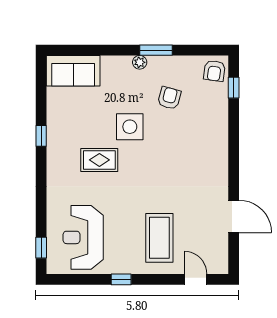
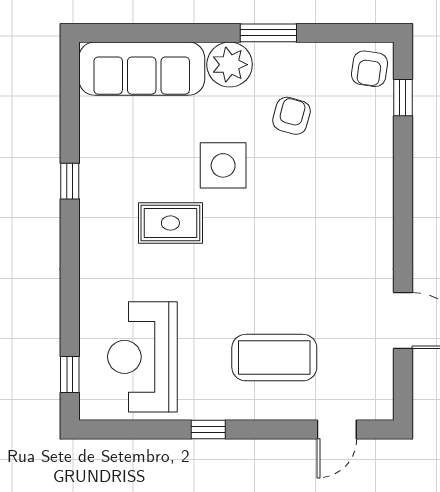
plant: (140, 62) -> (230, 65), width x1.88, depth x1.88
sofa: (73, 71) -> (142, 69), width x1.36
coffee table: (159, 238) -> (274, 358), turned 90
door: (196, 279) -> (337, 430), swing flipped

